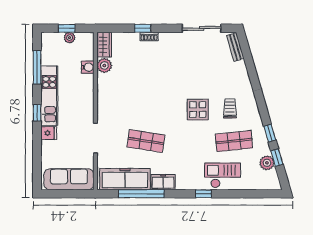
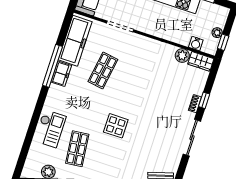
window: (67, 28) -> (223, 42), moved
sliding door: (202, 28) -> (192, 138), moved
water cooler: (88, 67) -> (196, 44), moved
trolley: (230, 108) -> (107, 155), removed
window: (141, 194) -> (52, 66), moved
window: (203, 194) -> (39, 106), removed

